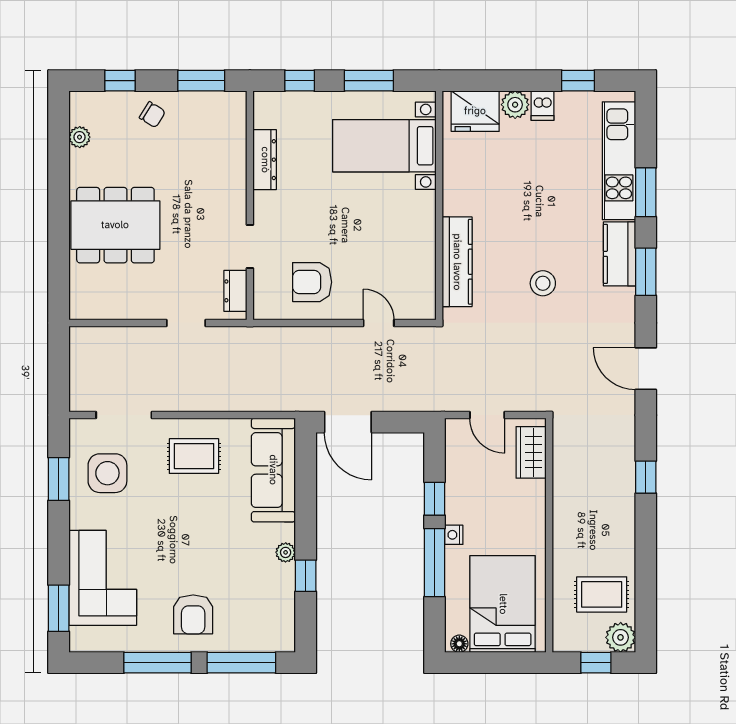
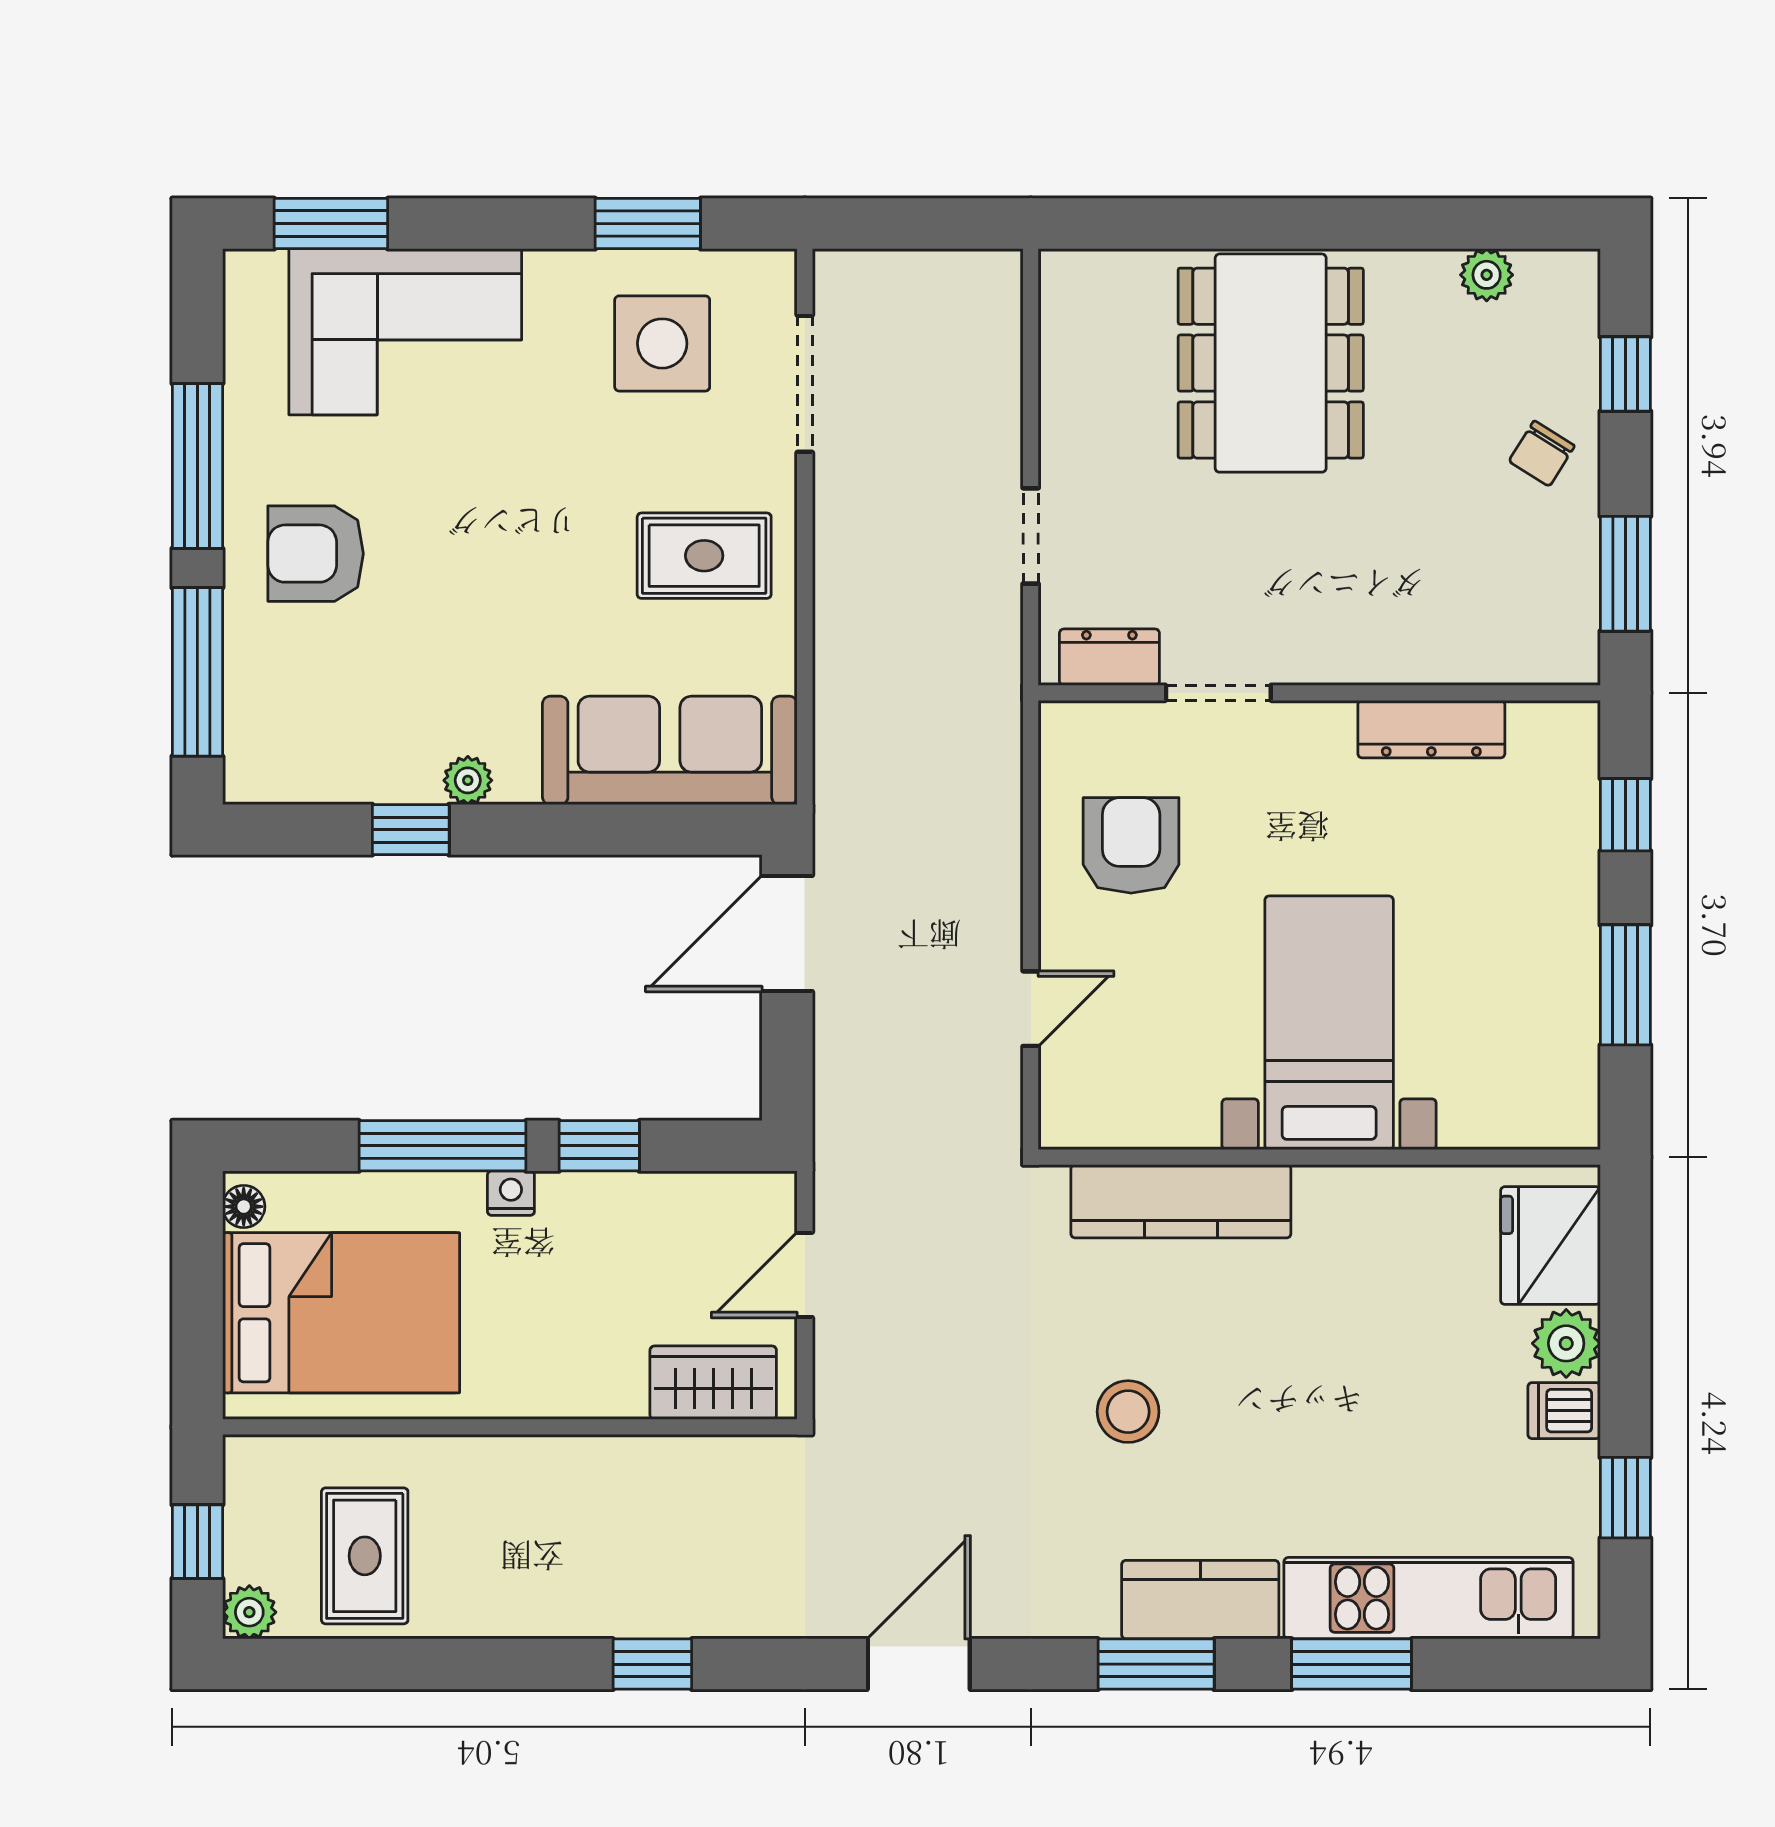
bed with nightstands: (384, 146) -> (1329, 1023), moved
rug: (194, 456) -> (704, 556), turned 90
plant: (621, 637) -> (249, 1612), width x0.73, depth x0.73

